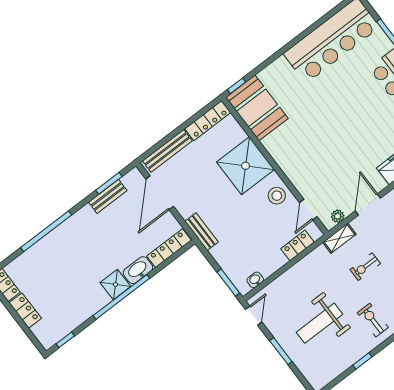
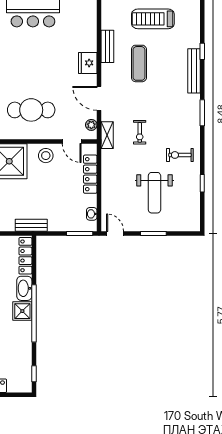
cafe table: (309, 150) -> (31, 110), added
locker: (298, 245) -> (90, 174), width x1.53

